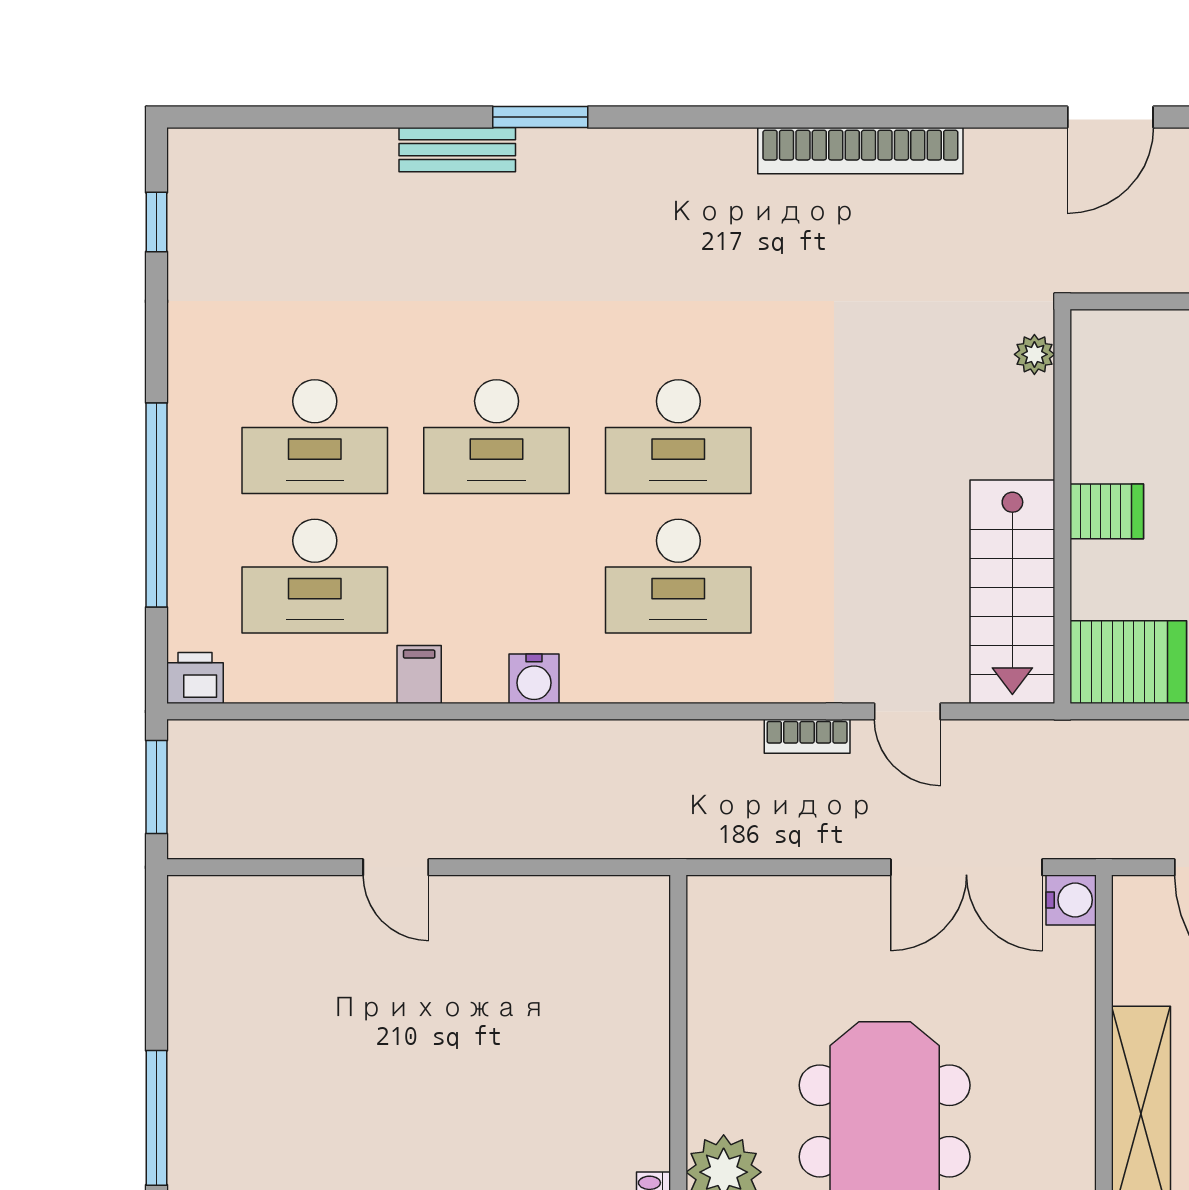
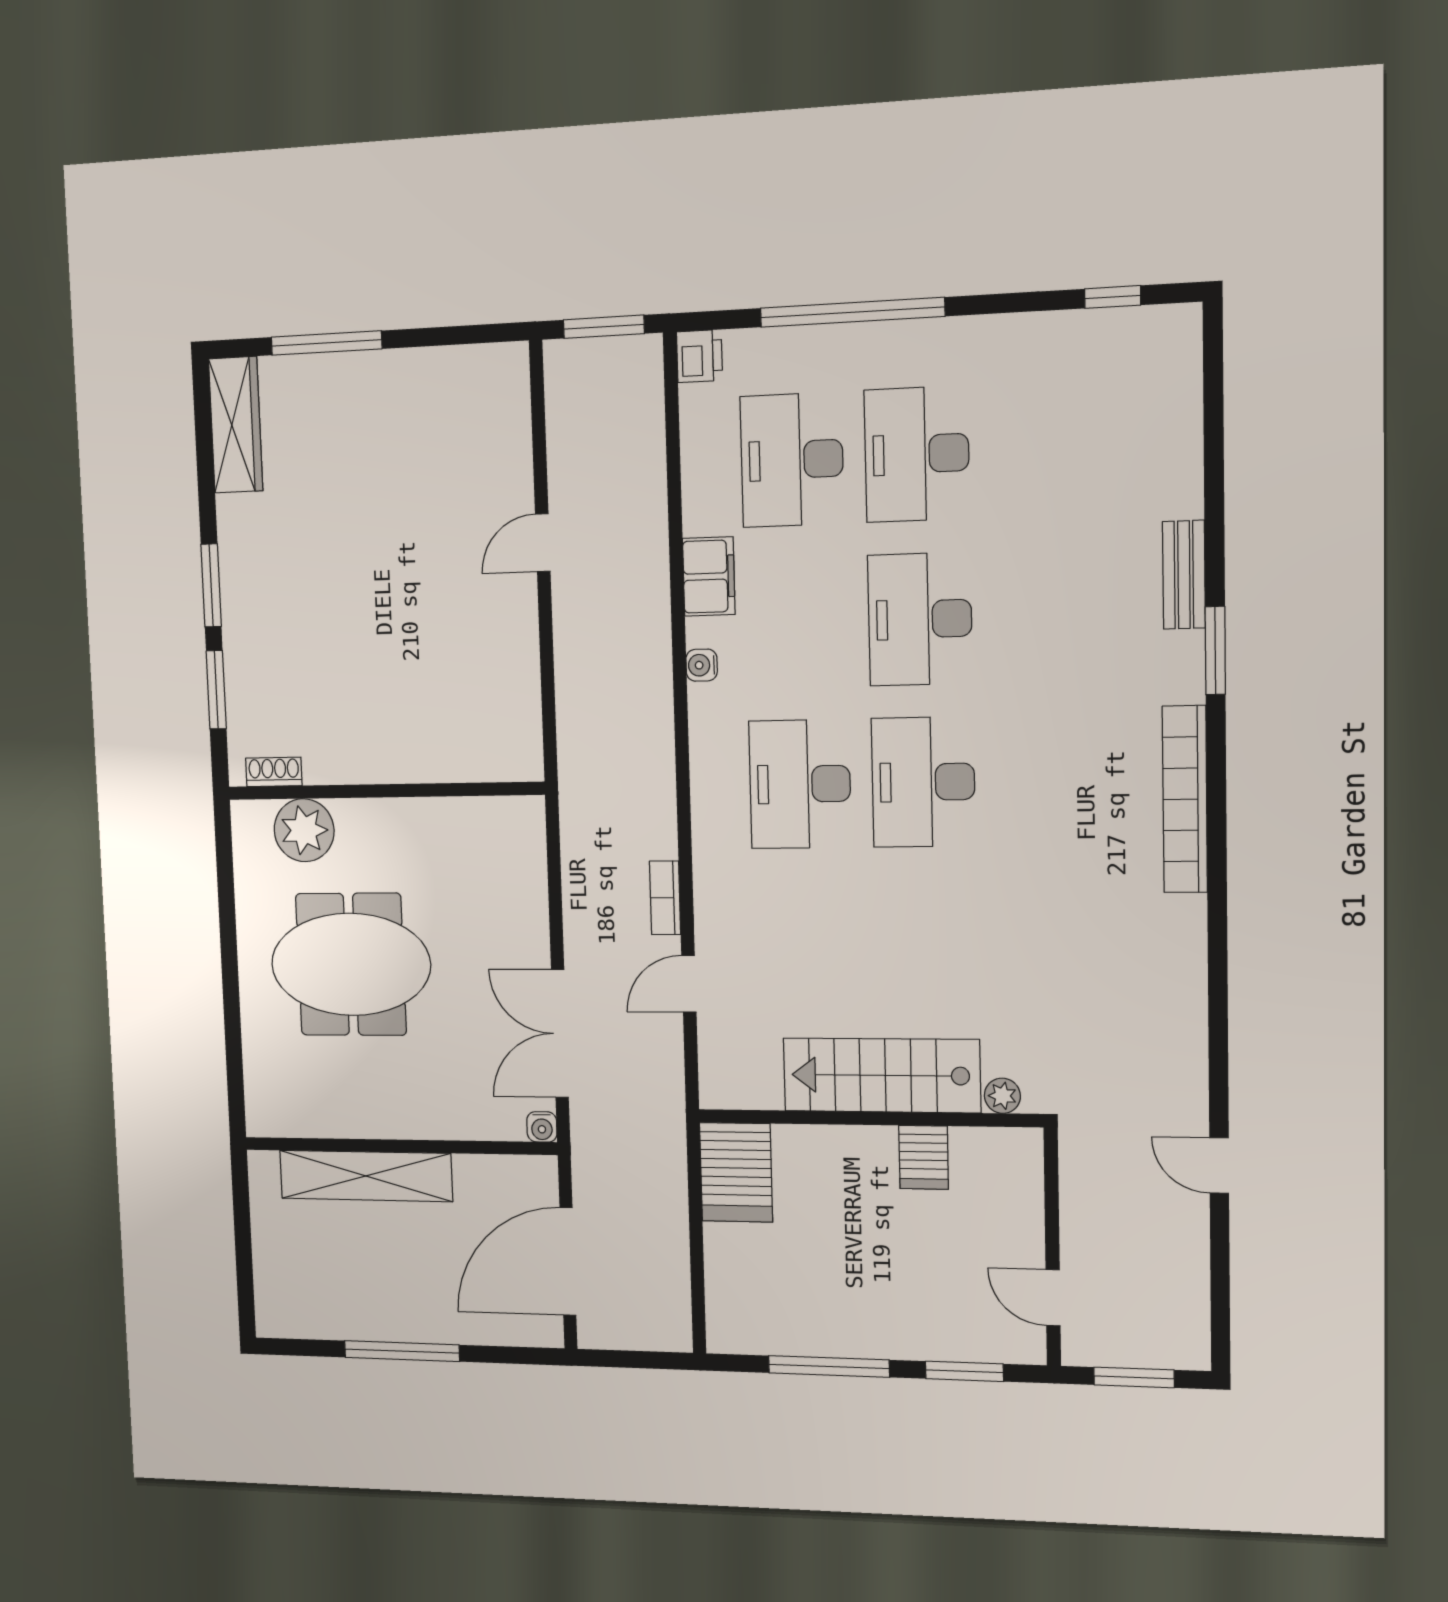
door: (1110, 117) -> (1219, 1166), width x0.73
bookcase: (860, 151) -> (1185, 799), moved
server rack: (1107, 511) -> (924, 1157), moved
stairs: (1012, 592) -> (882, 1075), moved
filing cabinet: (419, 674) -> (709, 576), width x2.00
water cooler: (534, 679) -> (702, 665), width x0.72, depth x0.72
water cooler: (1071, 900) -> (542, 1127), width x0.72, depth x0.72

